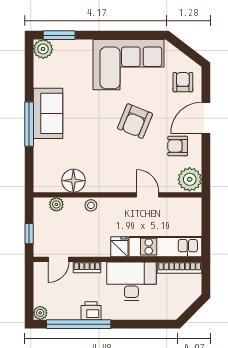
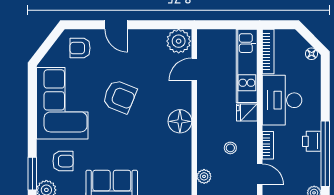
door: (206, 118) -> (116, 25), width x0.73
armchair: (178, 146) -> (63, 161), moved, turned -90
floor lamp: (73, 181) -> (180, 121), moved
door: (148, 195) -> (194, 69), moved
stool: (91, 205) -> (230, 148), moved
floor lamp: (177, 310) -> (312, 54), added

